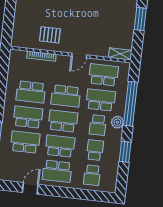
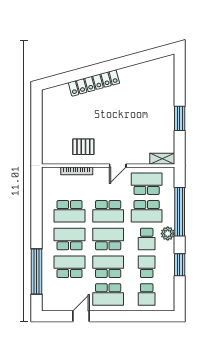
school desk: (101, 100) -> (147, 211), turned 180

